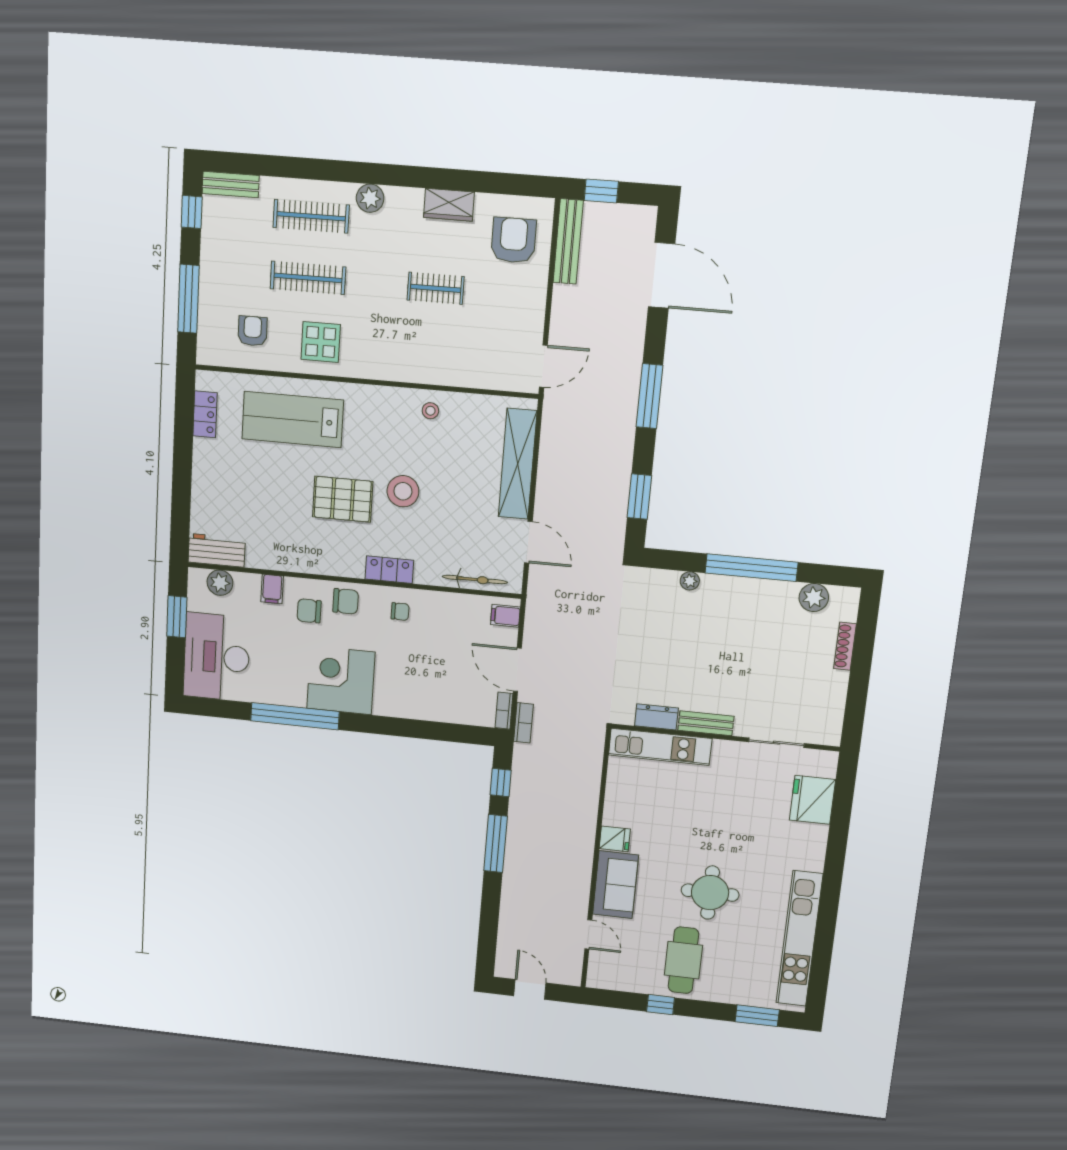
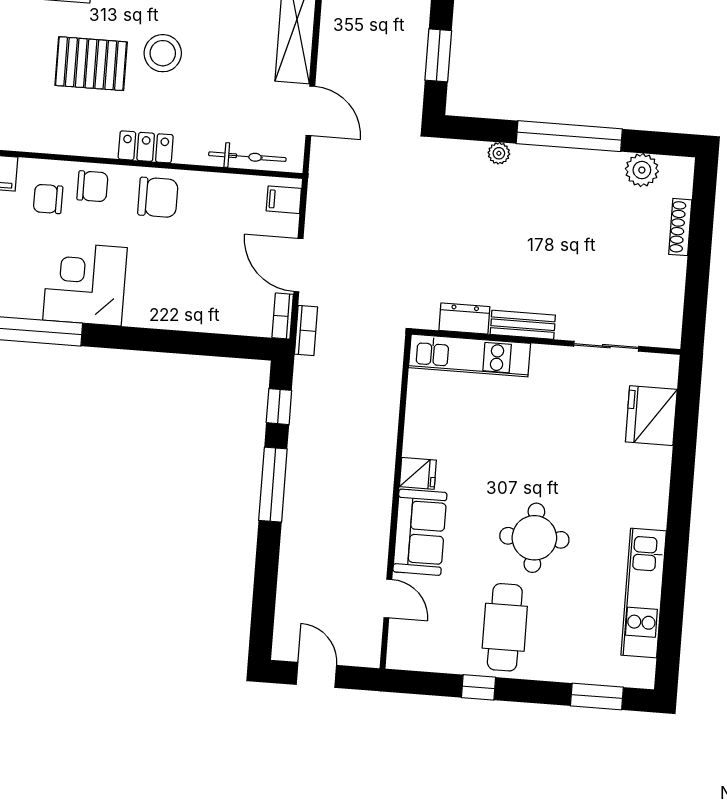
chair: (400, 612) -> (158, 197), width x1.87, depth x1.87
kitchen unit: (799, 939) -> (644, 593), width x0.73

